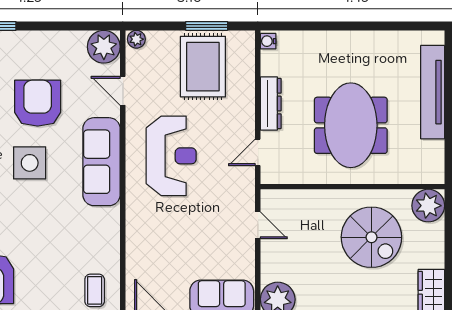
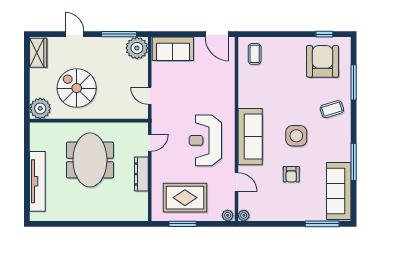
water cooler: (268, 41) -> (143, 214), removed
plant: (104, 47) -> (244, 215), width x0.53, depth x0.53
rug: (203, 67) -> (185, 198), turned 90
armchair: (38, 103) -> (291, 174), width x0.53, depth x0.53

